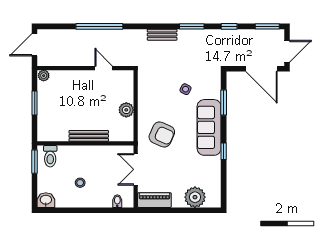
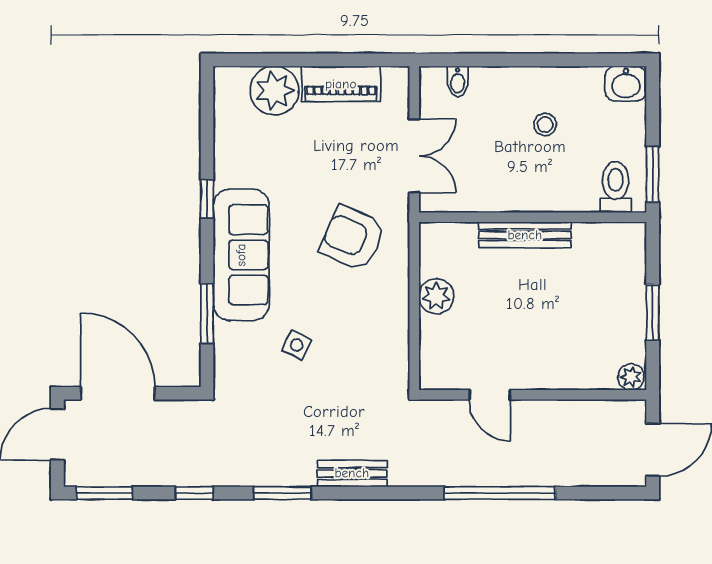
piano: (154, 200) -> (341, 84), moved

